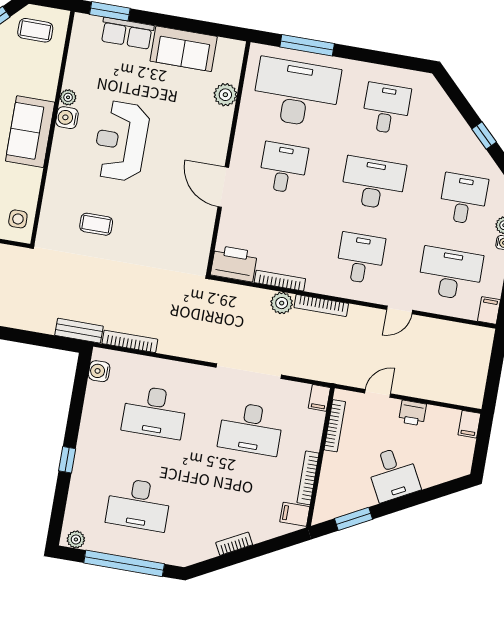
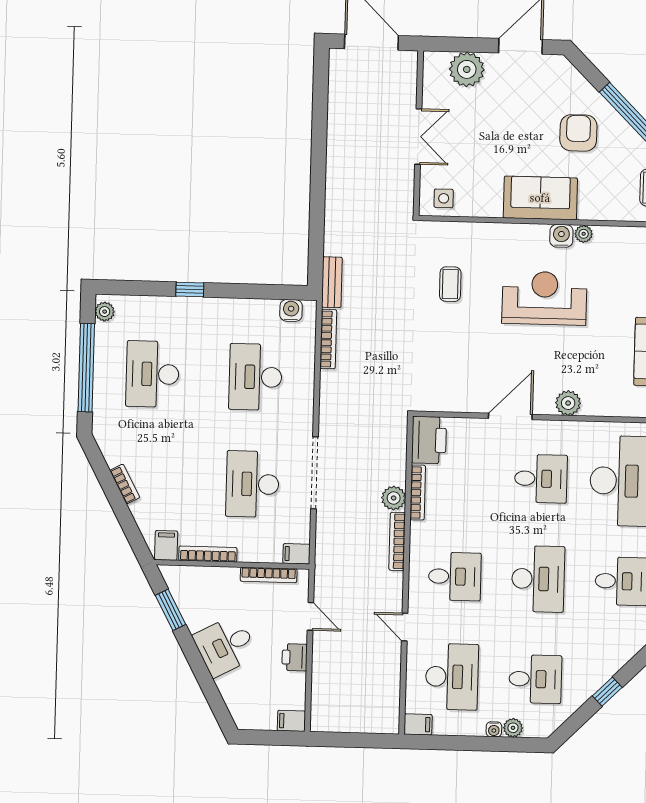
plant: (225, 95) -> (568, 403), moved

